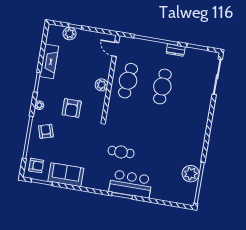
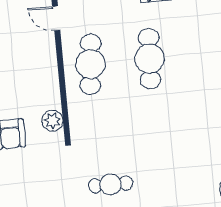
plant: (101, 85) -> (52, 121), moved

